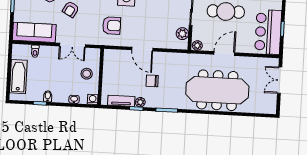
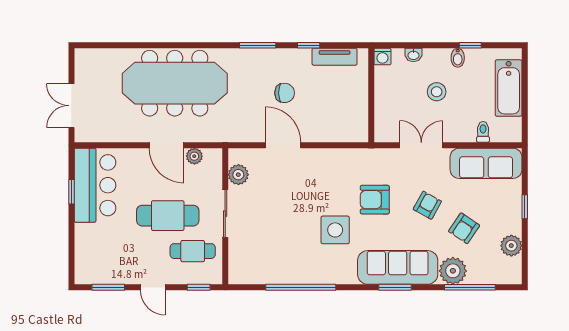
armchair: (112, 26) -> (375, 200), moved
plant: (197, 45) -> (194, 156), moved
door: (142, 49) -> (283, 145), moved
door: (224, 54) -> (166, 145), hinge flipped
stool: (87, 74) -> (437, 92), moved
double door: (280, 80) -> (71, 106), swing flipped
plant: (140, 102) -> (303, 56), removed

